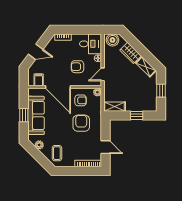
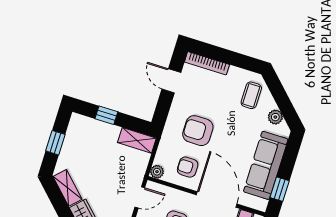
window: (24, 115) -> (280, 189), moved
armchair: (81, 123) -> (198, 131), turned 90

